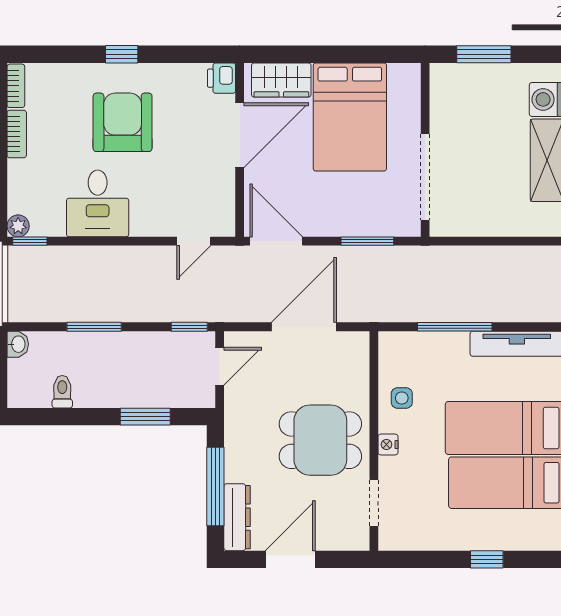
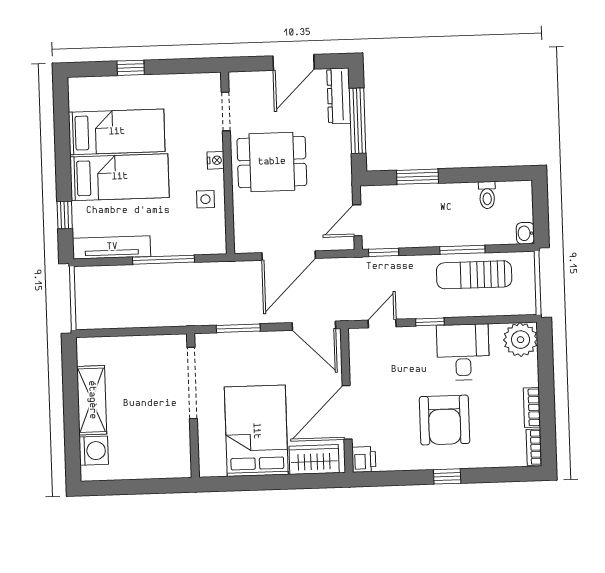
window: (484, 54) -> (147, 486), removed
plant: (18, 226) -> (521, 340), width x1.88, depth x1.88
window: (30, 241) -> (430, 322), moved
sun lounger: (81, 296) -> (474, 275), added

